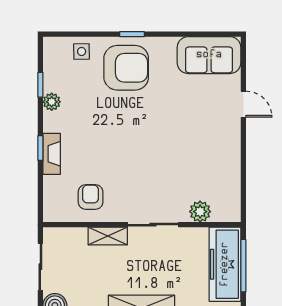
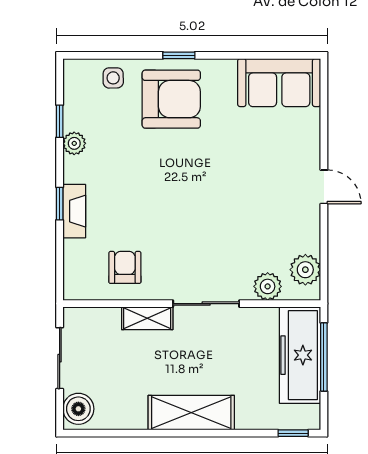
door: (243, 104) -> (324, 187), moved
plant: (229, 199) -> (305, 270), added

